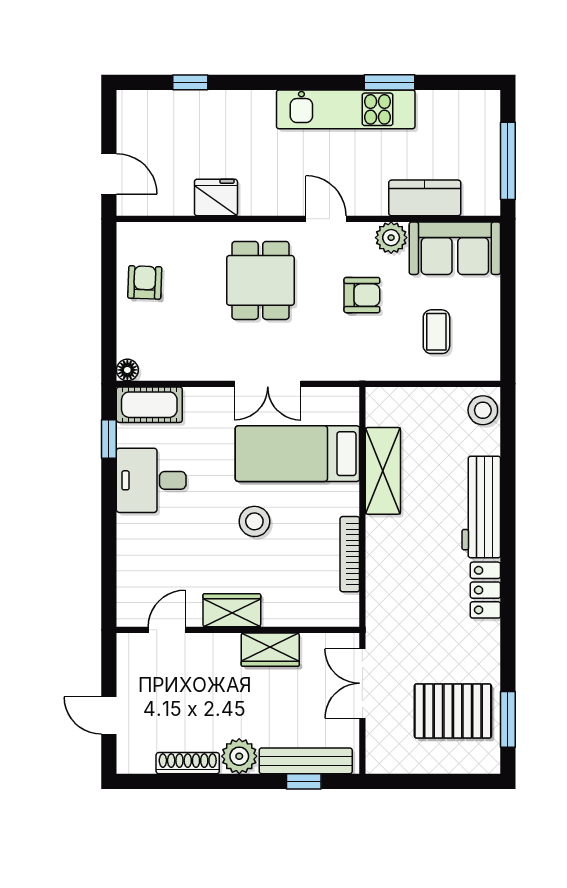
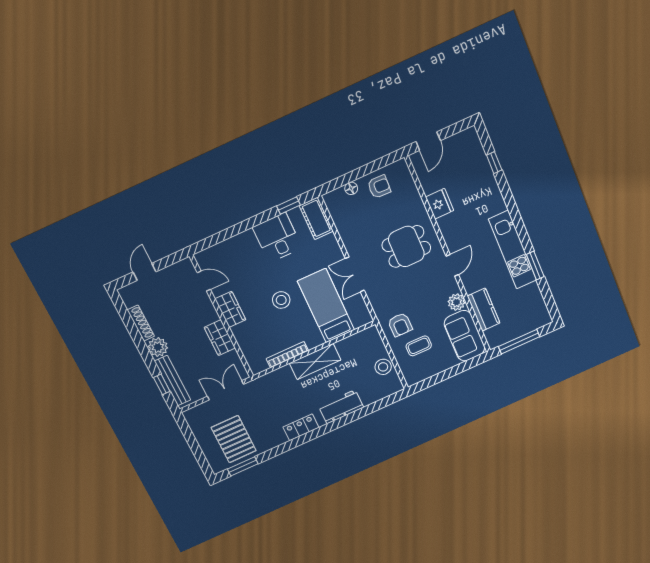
armchair: (362, 295) -> (400, 325), moved
floor lamp: (127, 370) -> (351, 188), moved
stool: (483, 410) -> (383, 367), moved
shelving: (383, 471) -> (315, 362), moved
workbench: (481, 507) -> (341, 407), width x0.73

